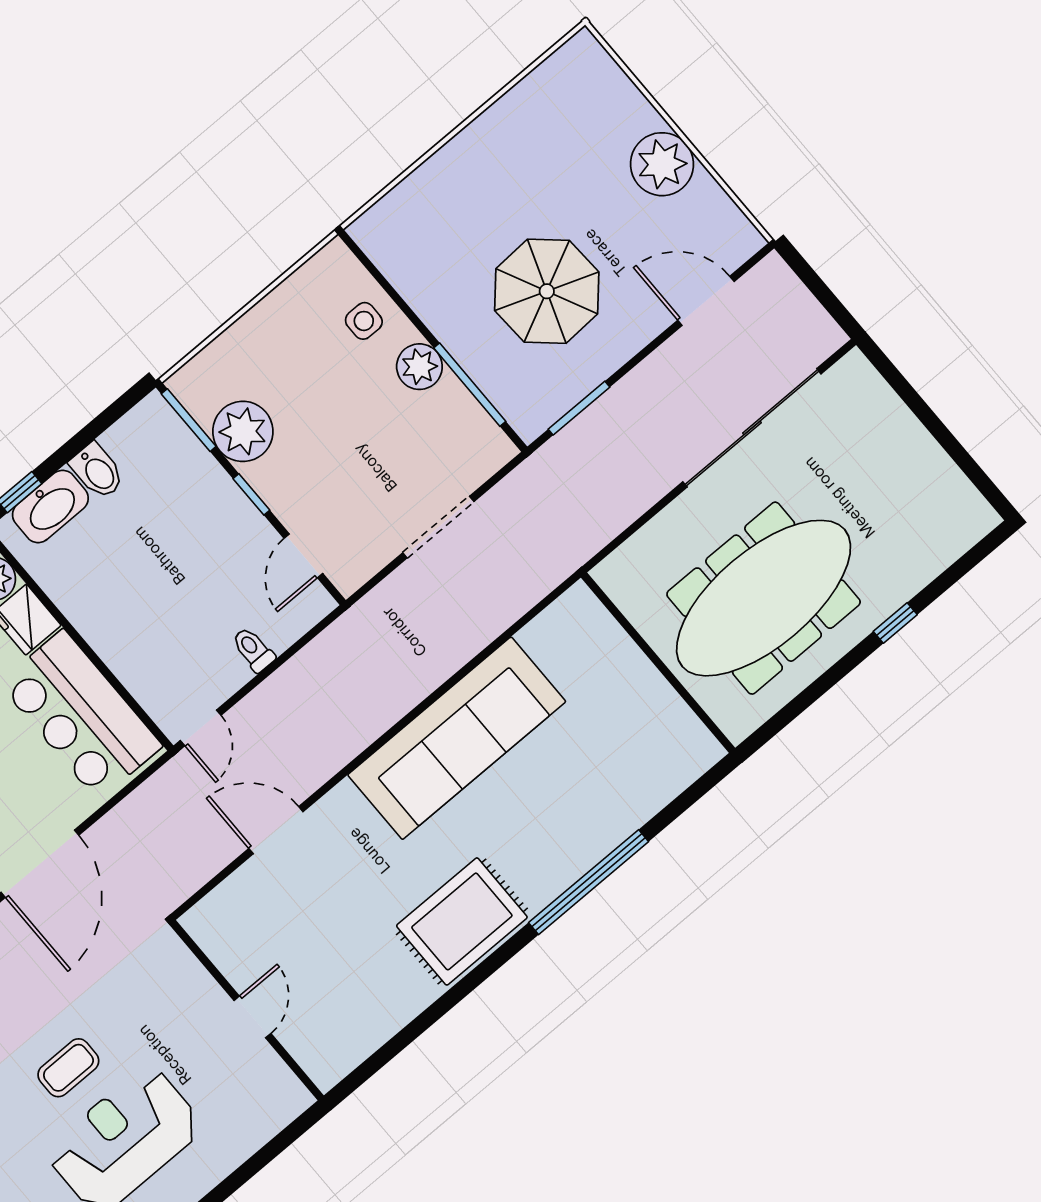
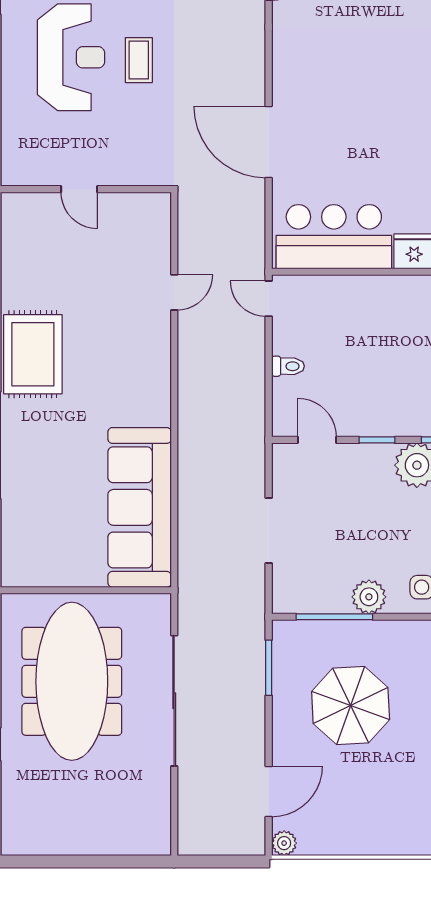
plant: (662, 164) -> (284, 843), moved, width x0.53, depth x0.53
sliding door: (752, 428) -> (174, 701), moved
sofa: (457, 738) -> (140, 507), moved
door: (276, 830) -> (174, 292), width x0.73

